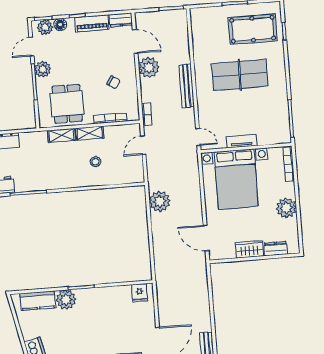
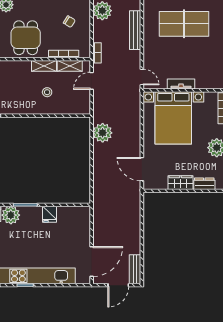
shelving: (62, 135) -> (70, 66), moved
fridge: (140, 293) -> (49, 214), moved

